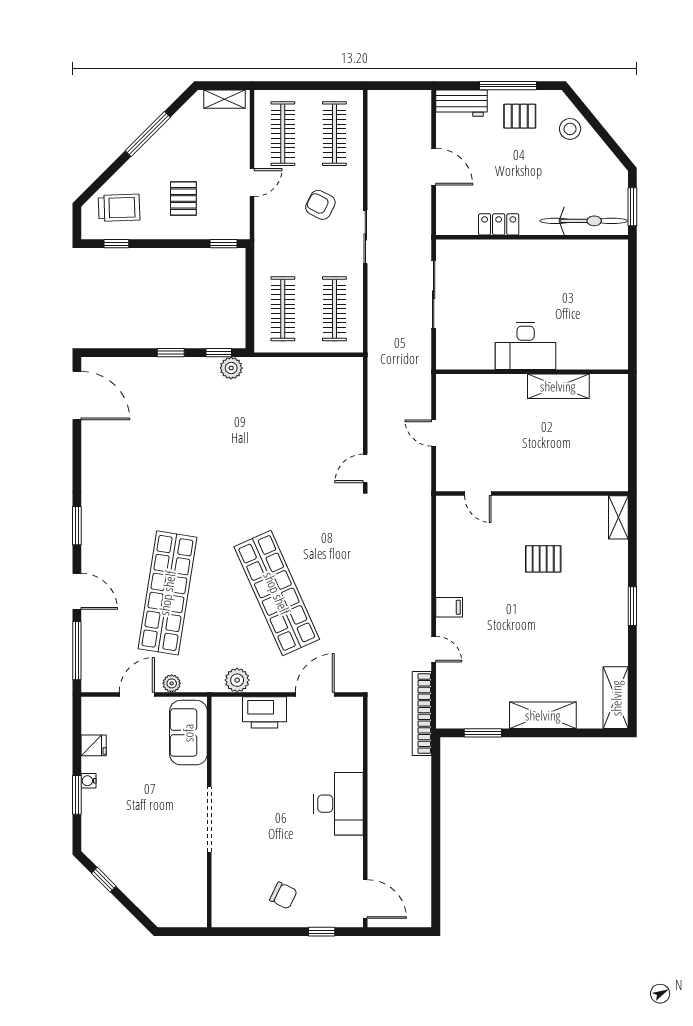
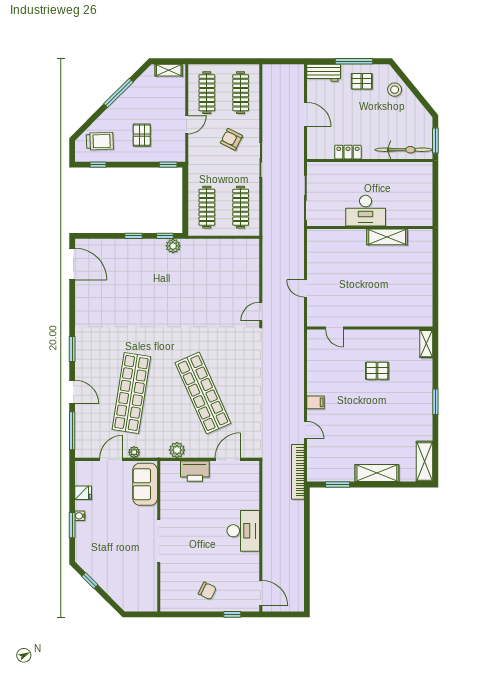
desk: (526, 346) -> (366, 211), moved
wall: (532, 372) -> (370, 227), moved
shelving: (558, 386) -> (387, 237), moved

